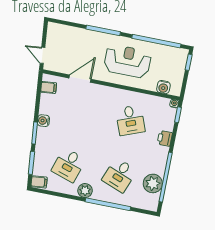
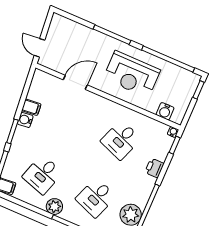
reception desk: (128, 61) -> (132, 74), turned 180
filing cabinet: (49, 87) -> (31, 107), moved
desk: (130, 120) -> (121, 140), turned 42

